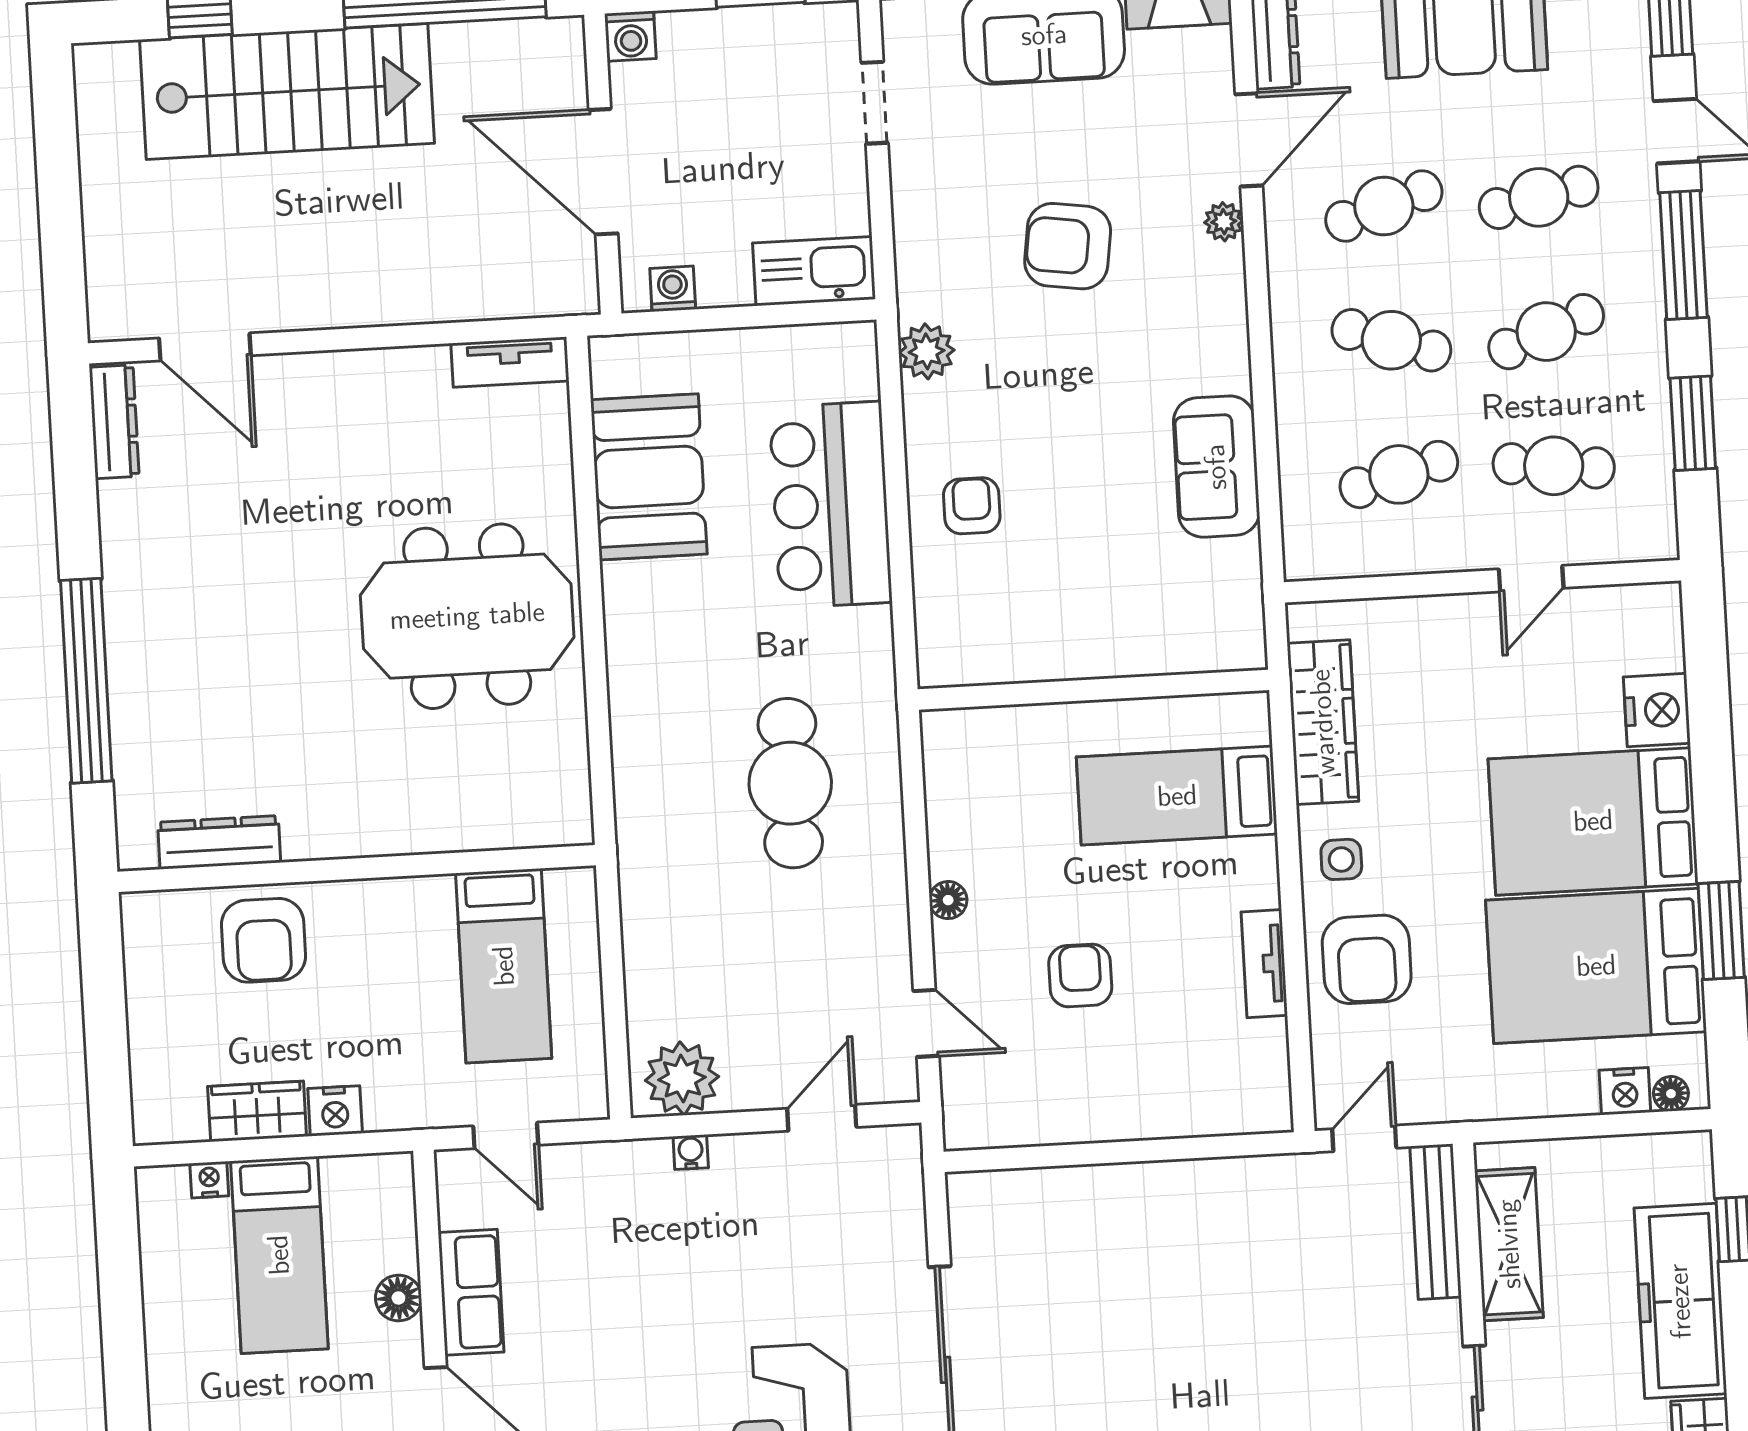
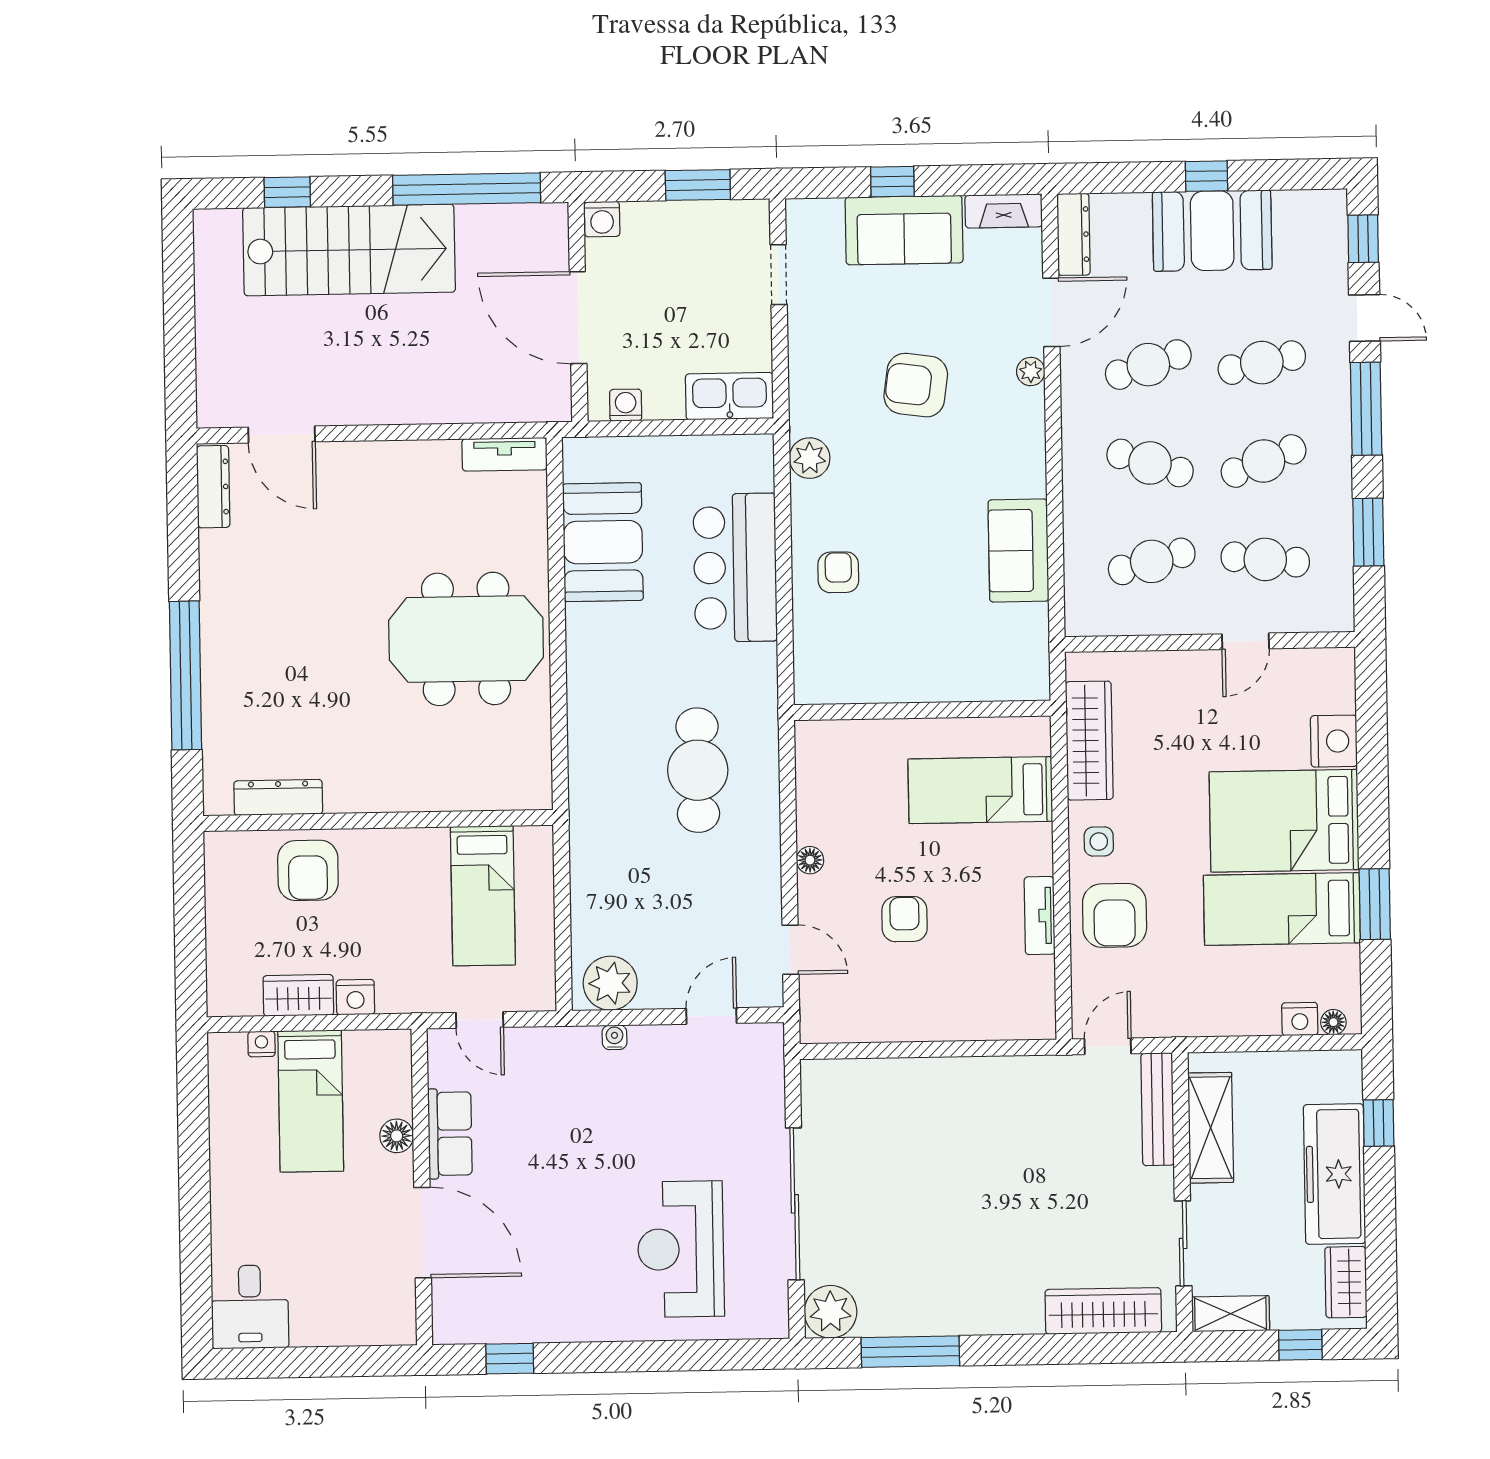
bed: (1596, 966) -> (1282, 909), width x0.67

